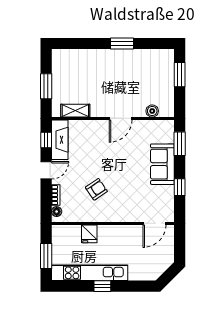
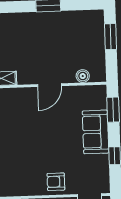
armchair: (96, 189) -> (56, 182), moved, turned -146

